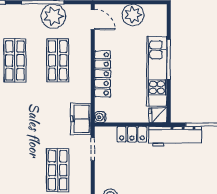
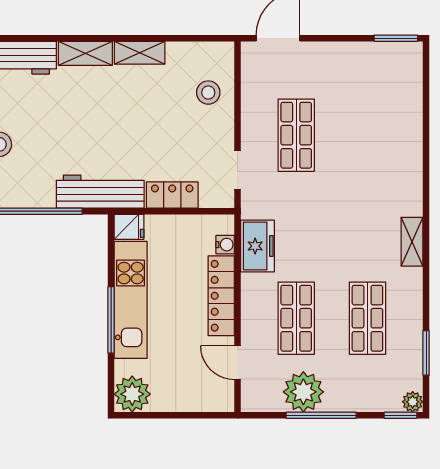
plant: (133, 15) -> (132, 394), moved
door: (93, 19) -> (238, 363), moved
water cooler: (100, 117) -> (225, 245), moved
freezer: (81, 119) -> (258, 246), moved

